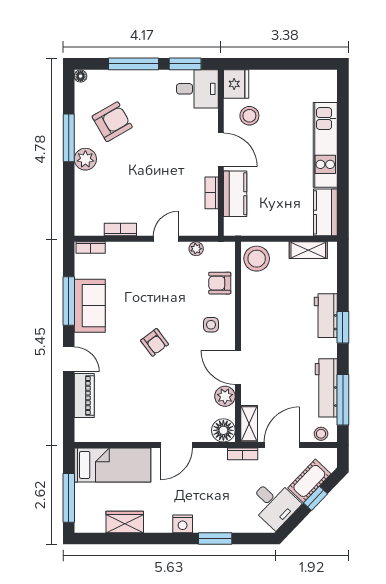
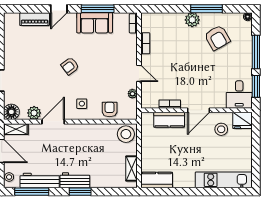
kitchen unit: (325, 145) -> (224, 180), moved
workbench: (326, 316) -> (75, 180), moved

